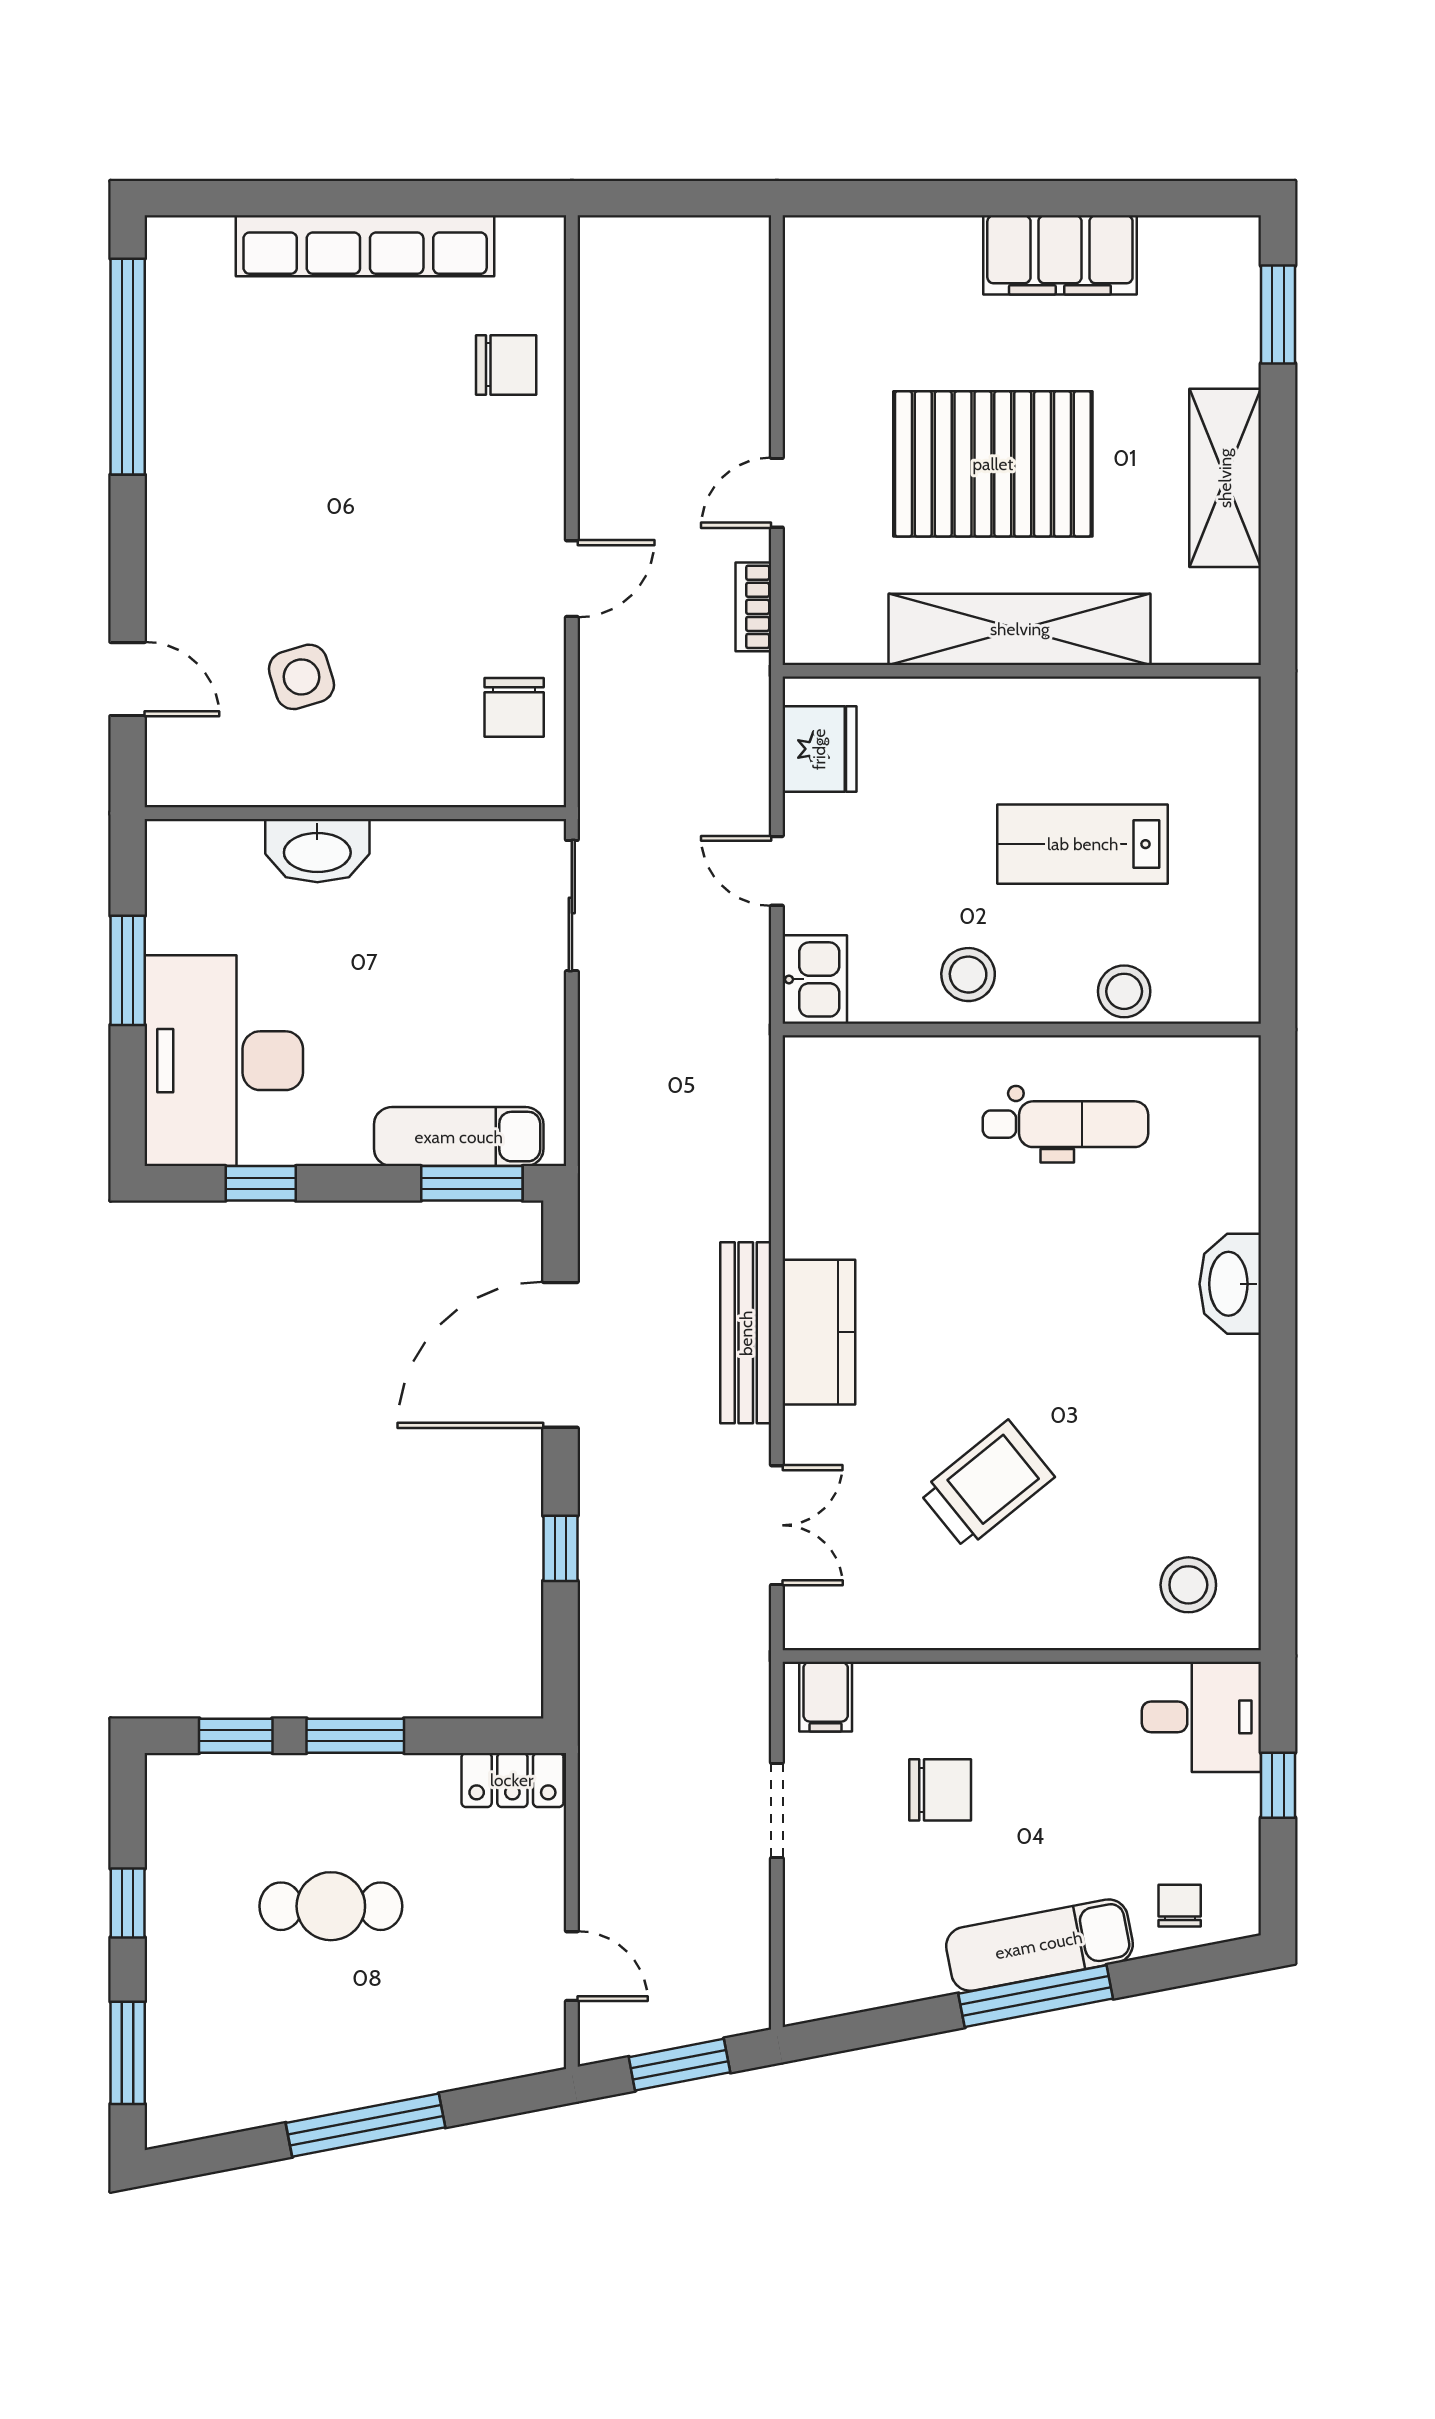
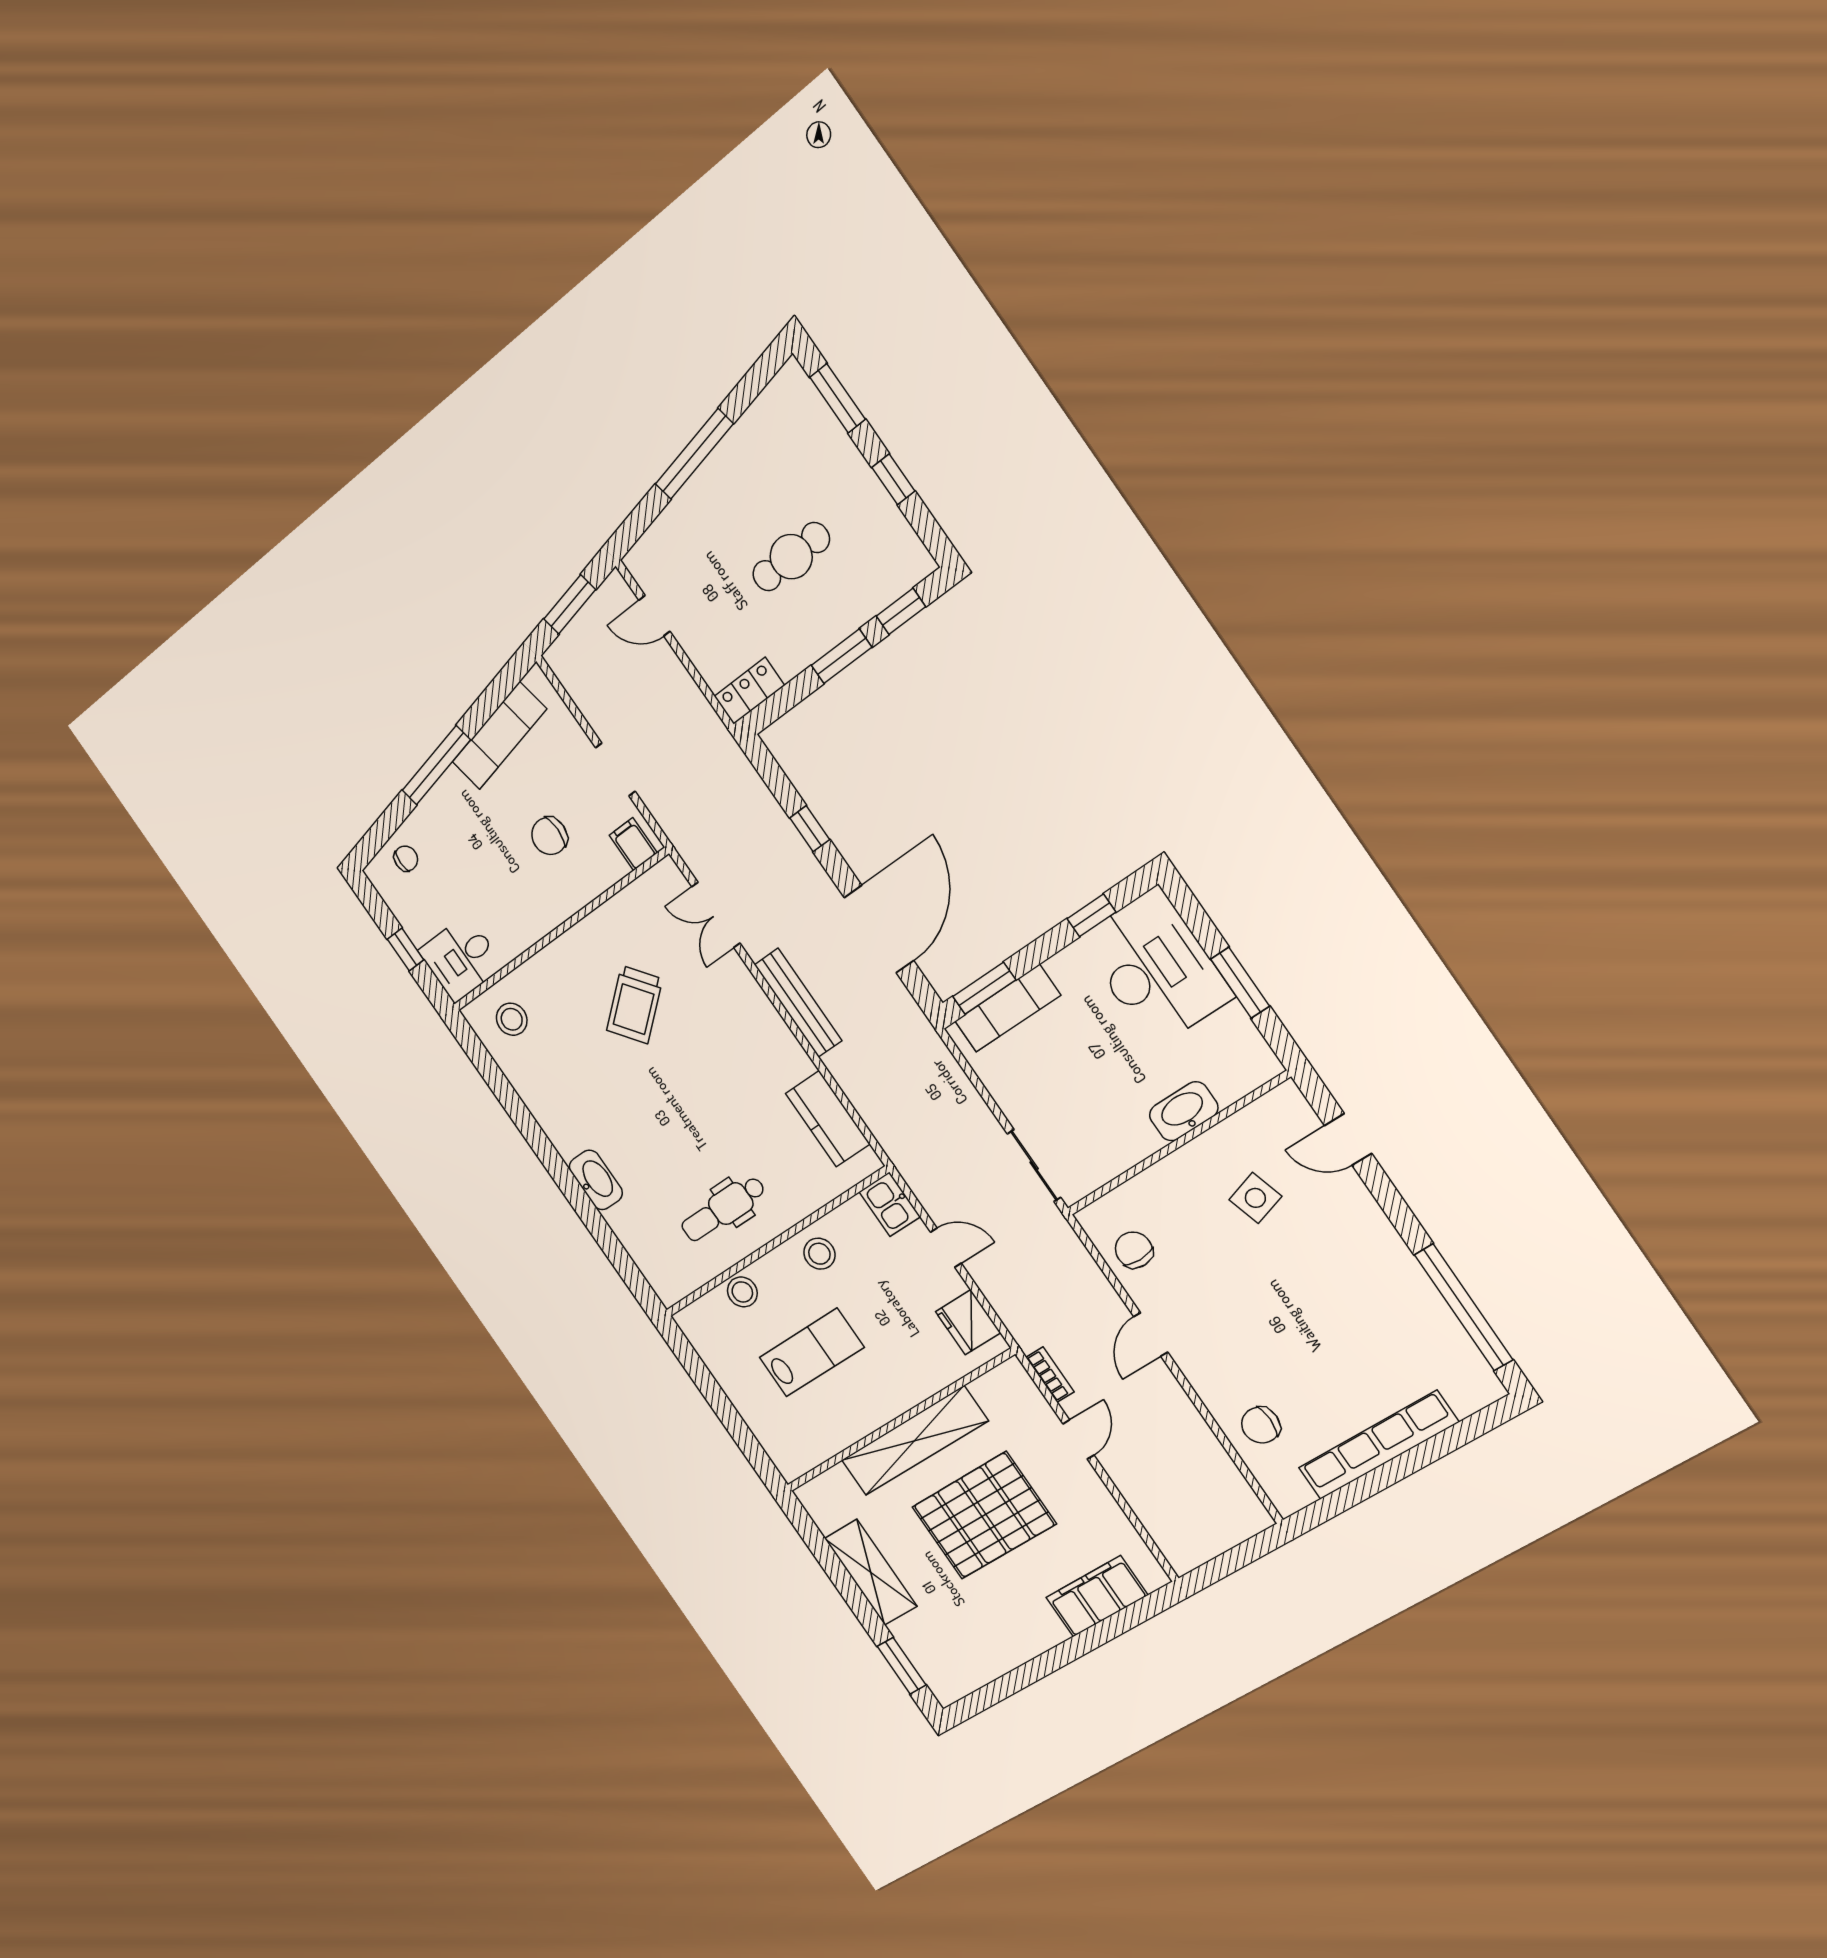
filing cabinet: (1060, 255) -> (1097, 1596), moved
kitchen counter: (819, 1332) -> (828, 1119), moved
chair: (1180, 1906) -> (406, 858), turned -90
exam couch: (1039, 1945) -> (499, 736), moved

